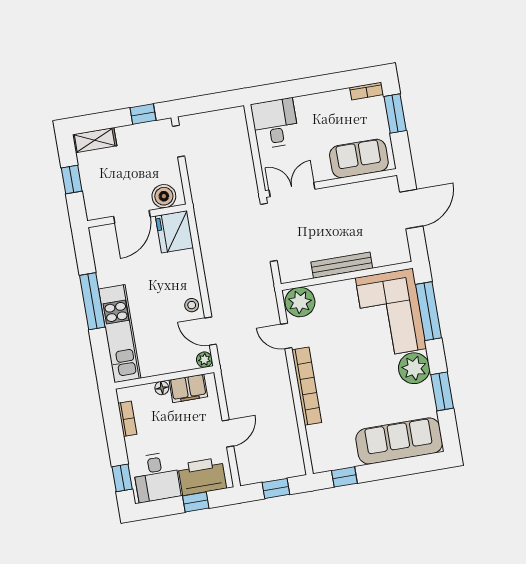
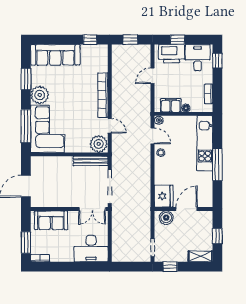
desk: (275, 123) -> (91, 249), width x1.37
bench: (342, 265) -> (91, 161), moved

